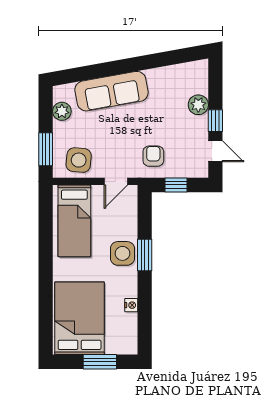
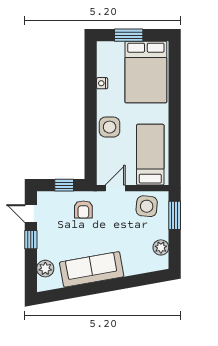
sofa: (111, 91) -> (92, 269), moved
plant: (198, 105) -> (45, 269), moved
window: (145, 255) -> (91, 126), removed

